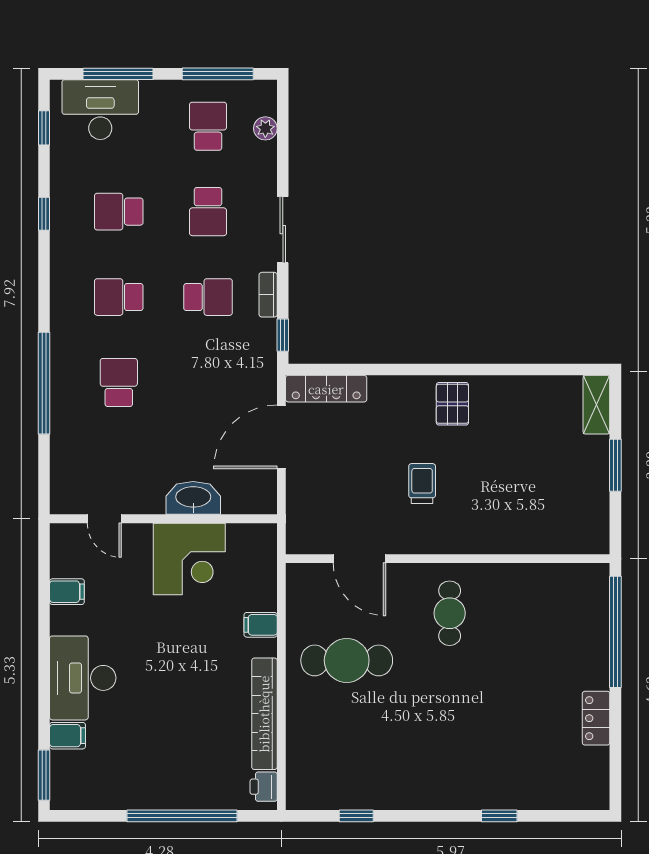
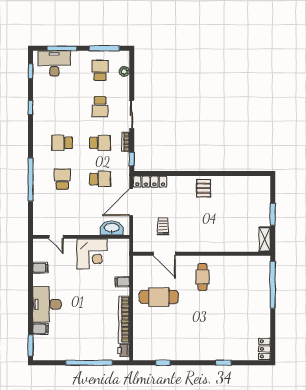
school desk: (119, 212) -> (100, 179), moved, turned 180
shelving: (596, 405) -> (265, 239), moved
trolley: (422, 484) -> (163, 226), moved
washbasin: (193, 498) -> (112, 228), moved
locker: (596, 718) -> (265, 349), moved

